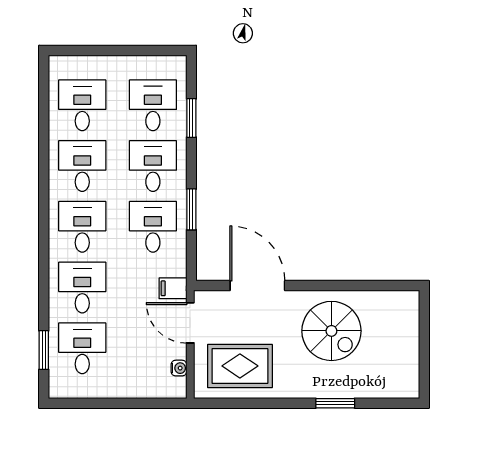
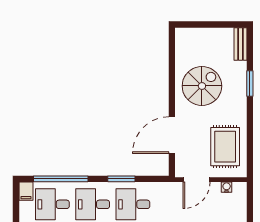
window: (191, 118) -> (61, 179), width x2.11
filing cabinet: (173, 288) -> (26, 191), moved
bench: (395, 389) -> (240, 44), added

